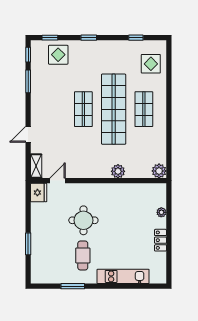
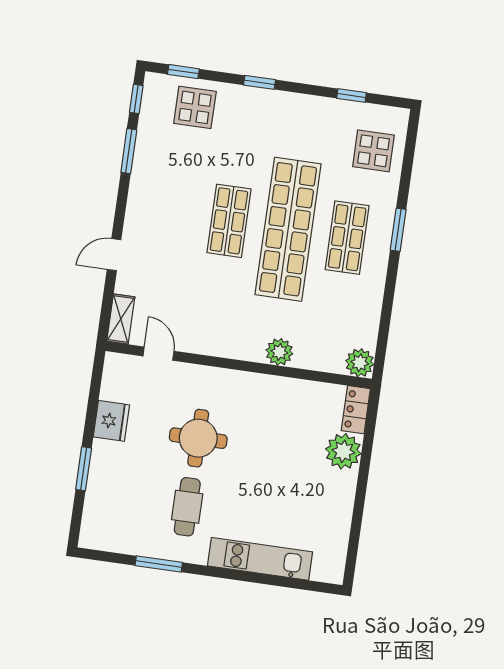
window: (169, 102) -> (398, 230), added
door: (57, 181) -> (158, 354), hinge flipped
fridge: (39, 193) -> (111, 421), moved
plant: (161, 212) -> (343, 451), width x1.87, depth x1.87
locker: (160, 240) -> (356, 410), moved

